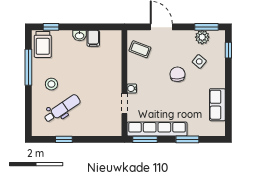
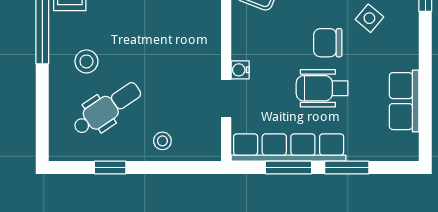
chair: (177, 74) -> (328, 43), turned -86
wheelchair: (174, 98) -> (322, 88), added
stool: (91, 126) -> (162, 141), added
window: (145, 139) -> (289, 167), moved

